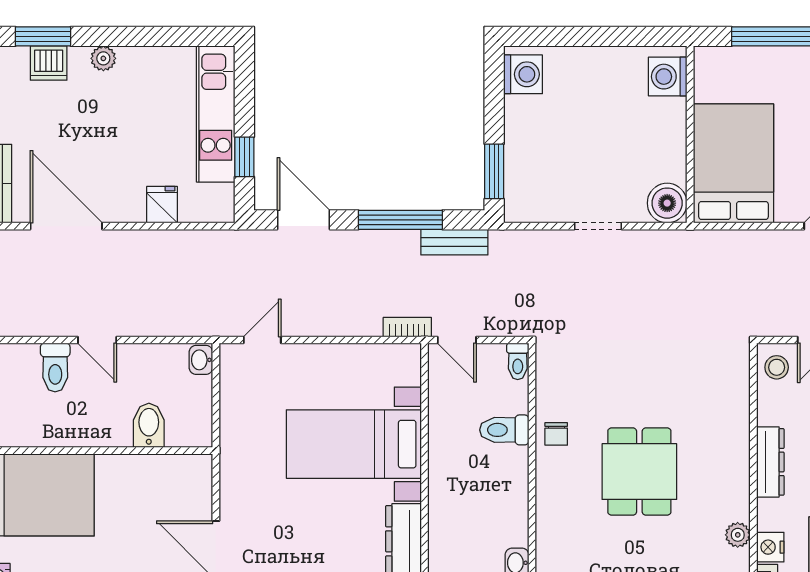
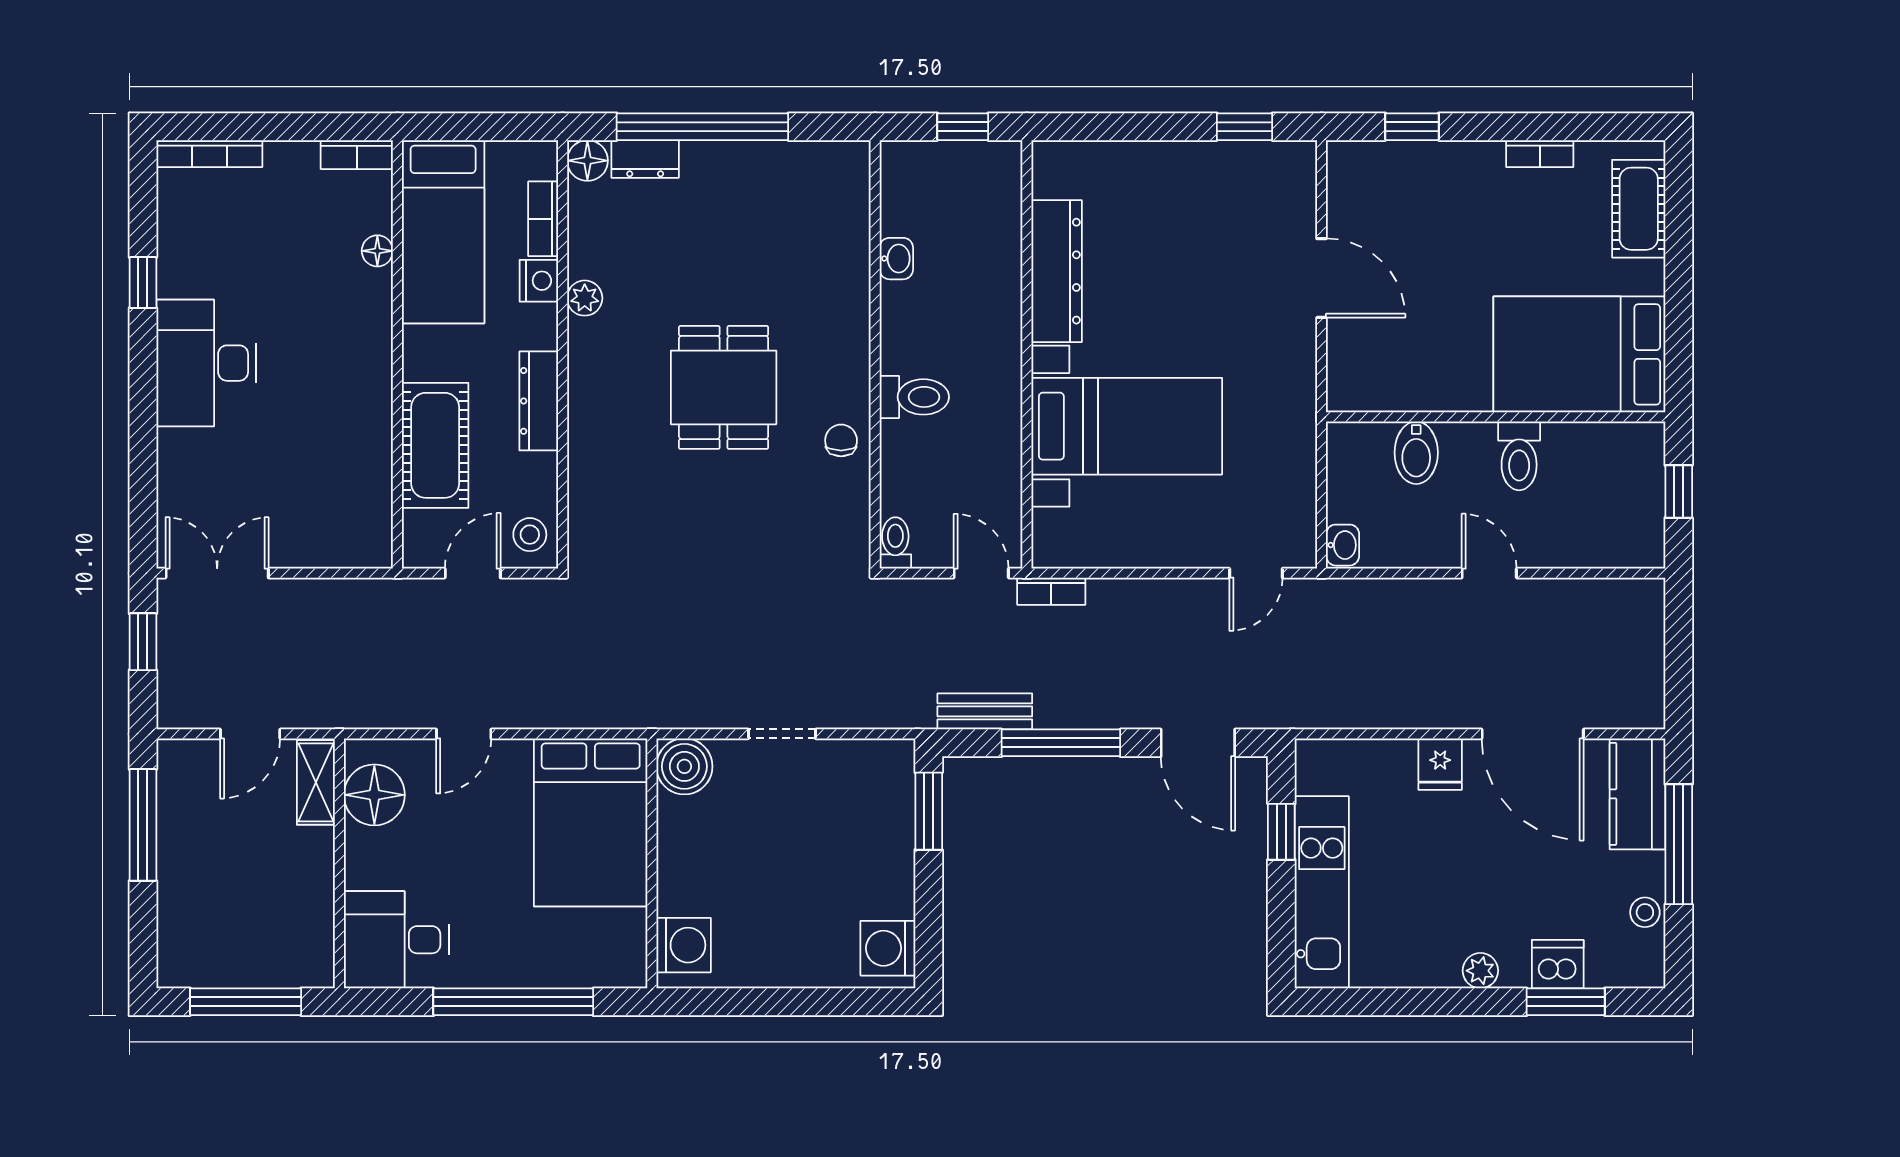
fridge: (162, 205) -> (1440, 764), moved
toilet: (55, 368) -> (1519, 456), moved, turned 180
toilet: (504, 430) -> (914, 397), moved

